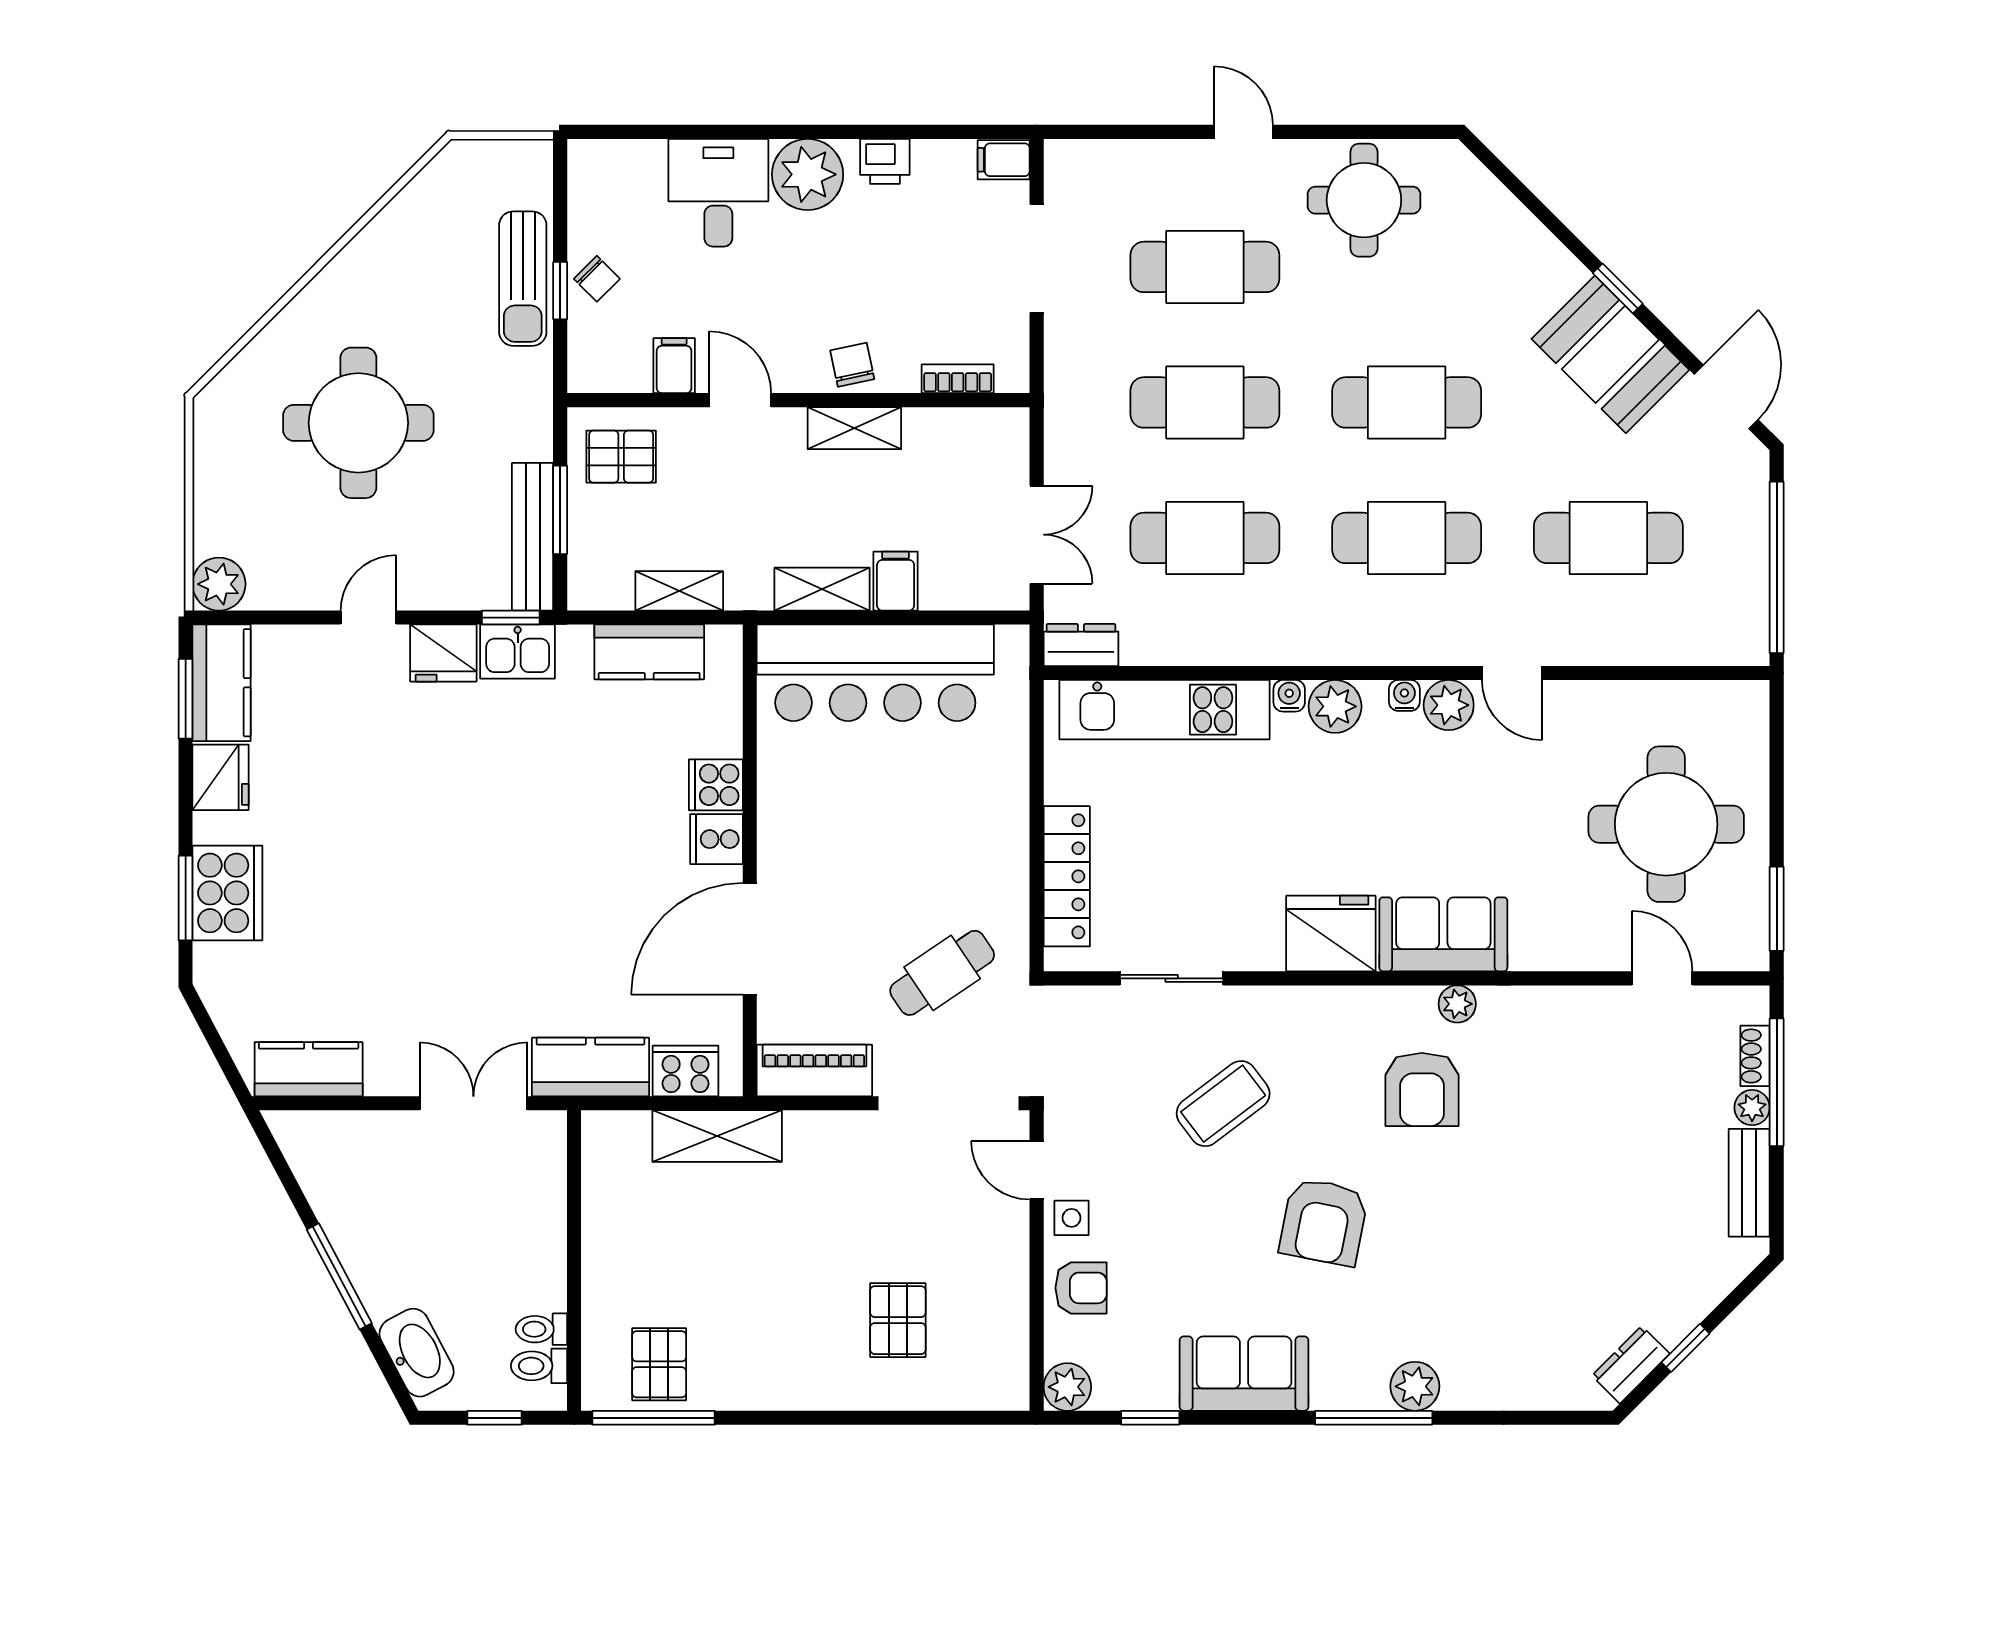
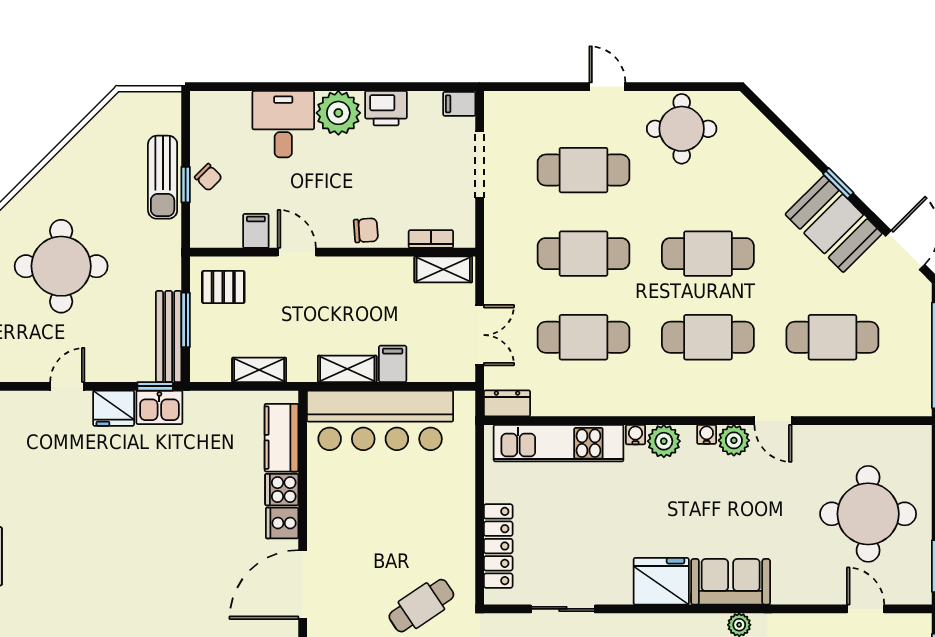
printer: (885, 161) -> (386, 108), width x1.36, depth x1.24
chair: (852, 365) -> (366, 230), turned 98
shelving: (854, 428) -> (443, 269), moved
kitchen counter: (649, 652) -> (281, 438), moved, turned 90

